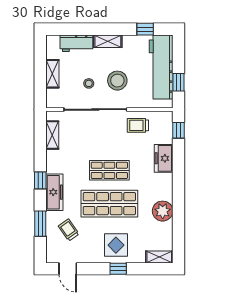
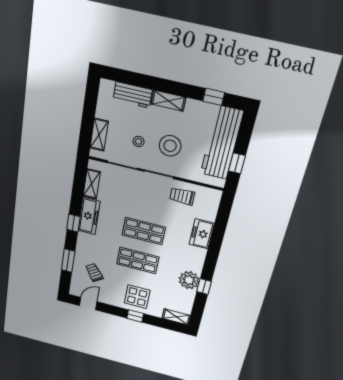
shelving: (52, 74) -> (99, 135), moved
window: (178, 130) -> (204, 287), moved
freezer: (54, 192) -> (89, 216), moved
shop shelf: (109, 204) -> (138, 260), width x0.70, depth x0.74
door: (68, 269) -> (88, 304), swing flipped

